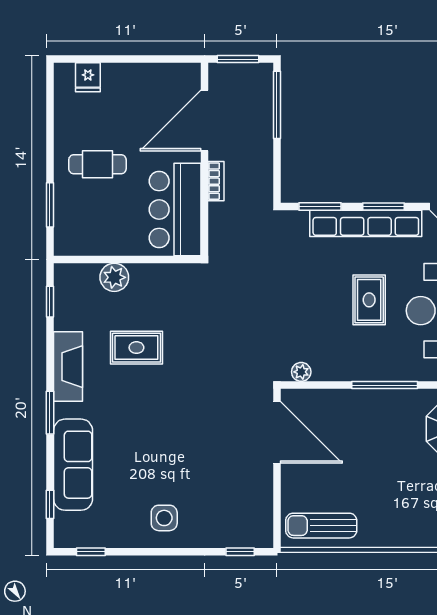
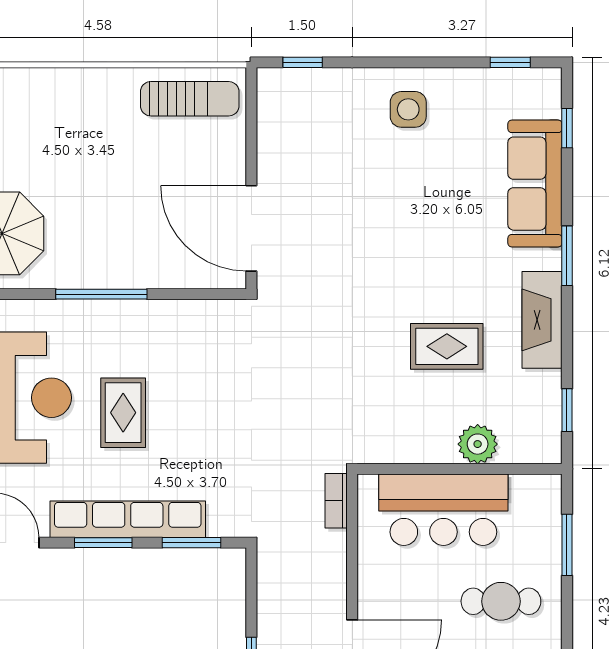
bookcase: (216, 181) -> (336, 501), moved
bar counter: (175, 210) -> (443, 510), moved, turned 90
plant: (301, 372) -> (218, 312), removed

